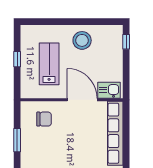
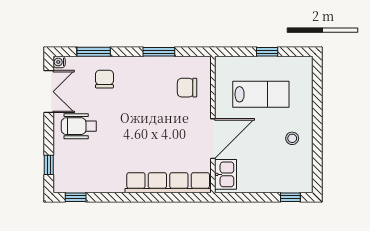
stool: (82, 40) -> (292, 138), width x0.53, depth x0.53
chair: (44, 119) -> (187, 88), turned 90

